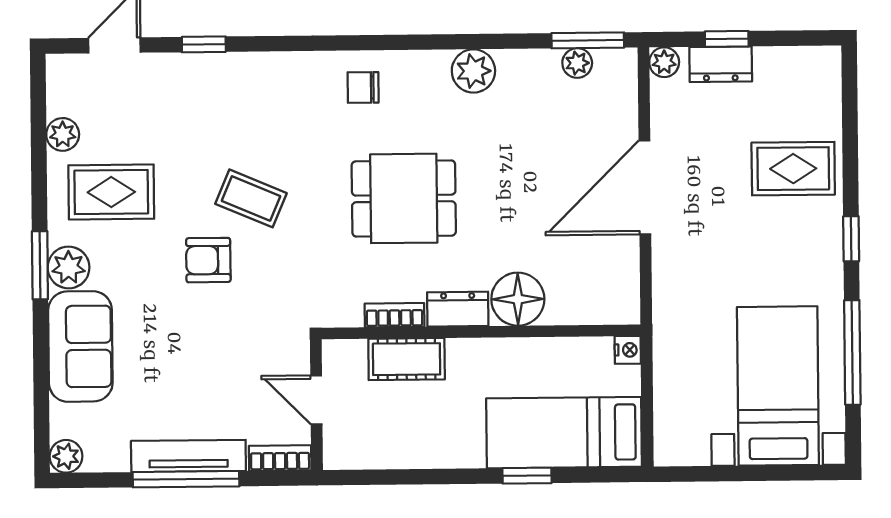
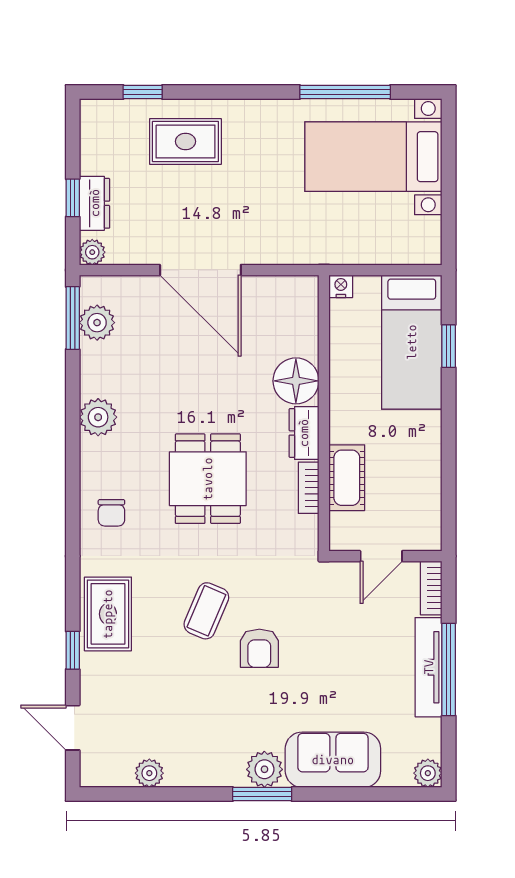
plant: (577, 63) -> (97, 323), width x1.38, depth x1.38
rug: (793, 169) -> (185, 141), turned 90
rug: (111, 192) -> (108, 614), moved
window: (851, 239) -> (143, 92), moved
window: (527, 476) -> (449, 346), moved

